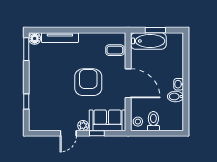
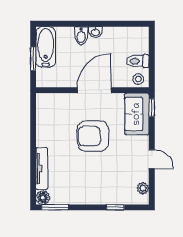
bathtub: (148, 41) -> (46, 47), moved
coffee table: (115, 50) -> (56, 105), removed
bidet: (175, 96) -> (81, 36), moved
plant: (83, 126) -> (143, 188), moved
window: (97, 133) -> (152, 108), moved

